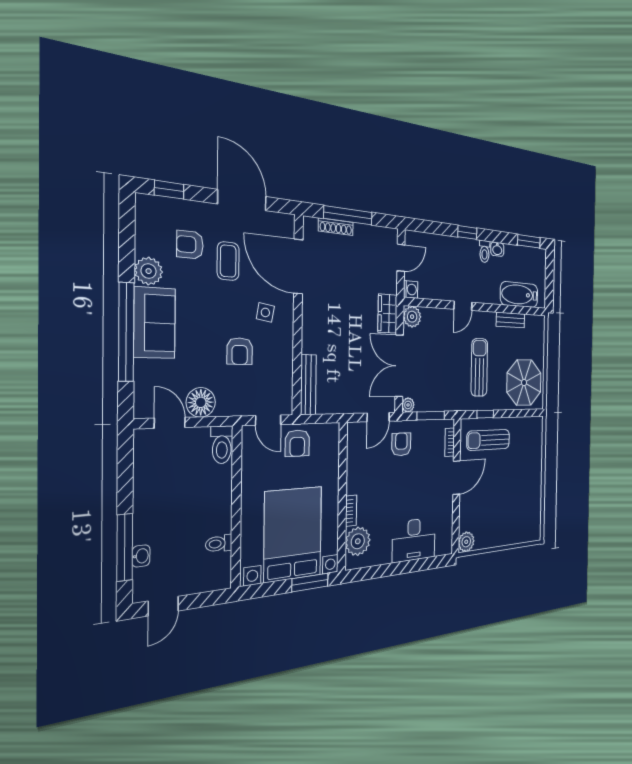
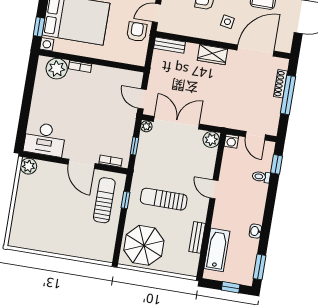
window: (467, 232) -> (277, 164), moved
toilet: (485, 251) -> (261, 177), moved
window: (550, 274) -> (231, 287), added
wardrobe: (388, 314) -> (212, 55), moved, turned 180
sun lounger: (479, 367) -> (164, 199), turned 180
bench: (308, 385) -> (169, 45), width x0.73
window: (431, 416) -> (134, 146), width x0.67
armchair: (297, 443) -> (137, 32), turned 90
armchair: (401, 444) -> (118, 116), removed
desk: (414, 540) -> (45, 139), moved, turned -90
window: (310, 582) -> (39, 27), width x0.67

